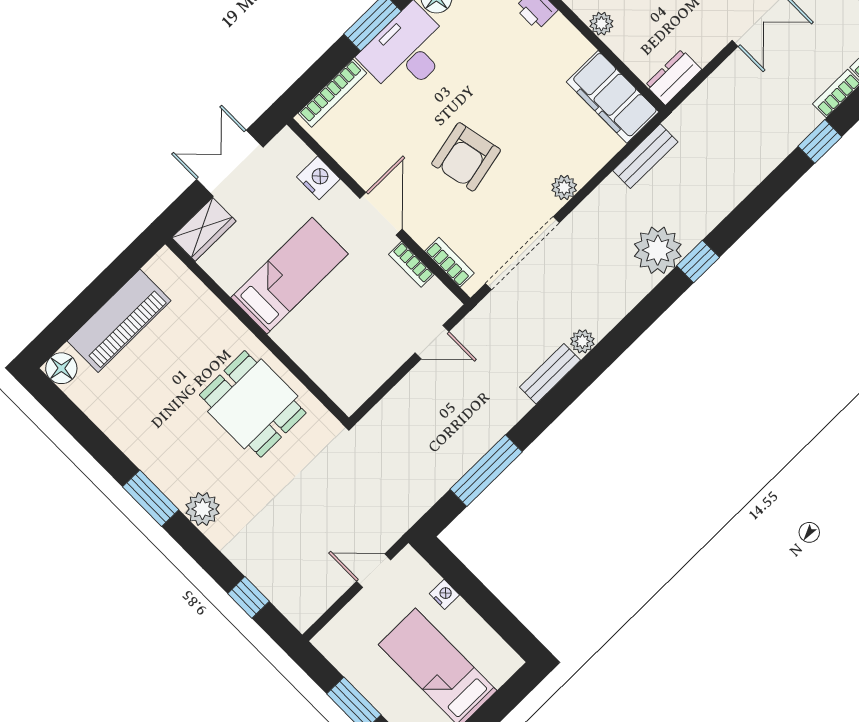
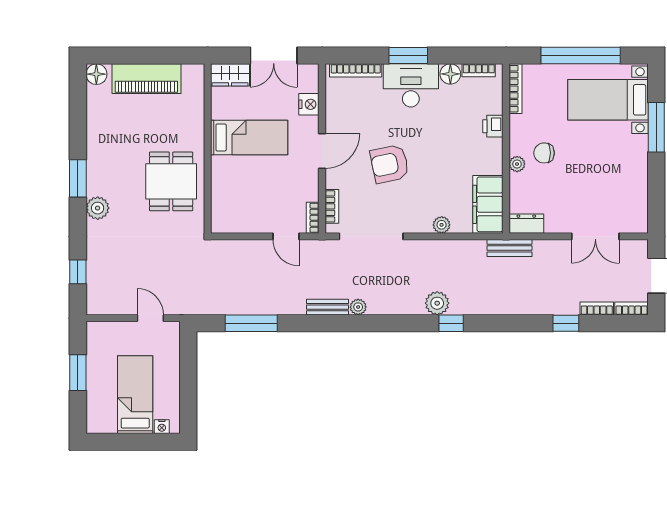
bench: (645, 156) -> (509, 248), moved
double door: (230, 163) -> (274, 56), swing flipped
plant: (564, 188) -> (442, 225), moved
plant: (658, 250) -> (437, 303), width x0.73, depth x0.73
bookcase: (411, 264) -> (313, 218), moved
nightstand: (444, 594) -> (162, 427), moved, turned 90

